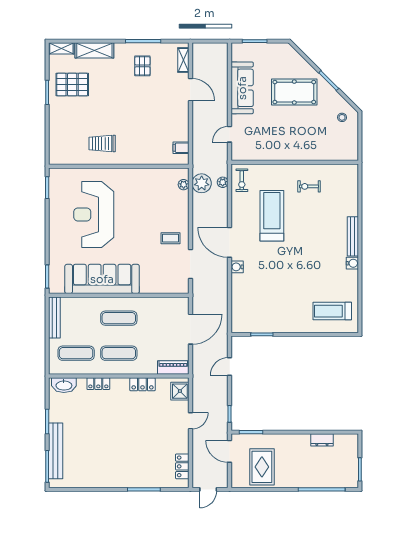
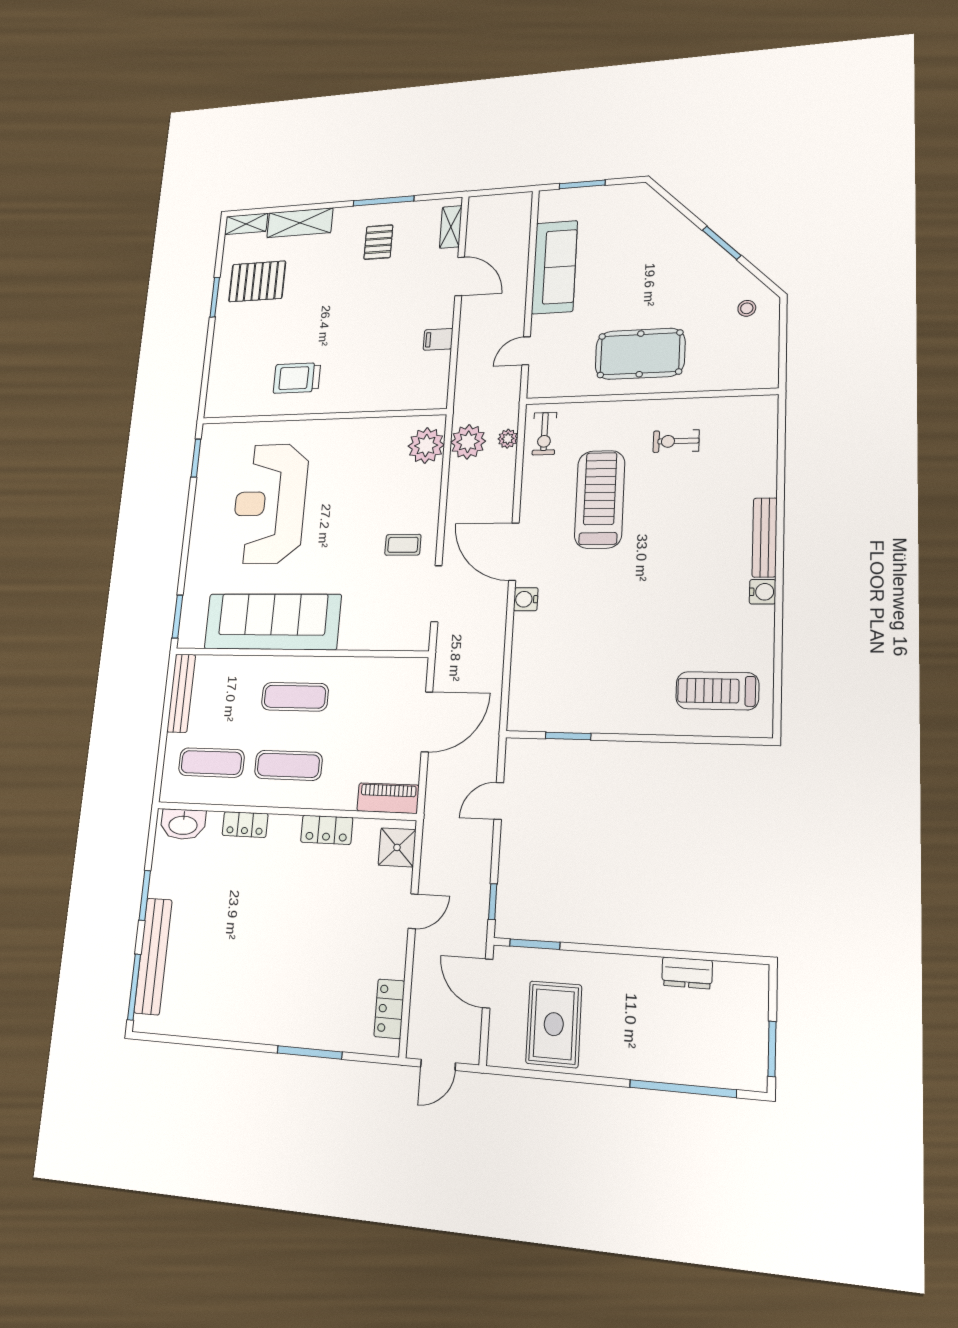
pool table: (294, 92) -> (640, 354), moved
filing cabinet: (181, 148) -> (438, 339), moved
plant: (184, 185) -> (426, 445), width x1.87, depth x1.87

